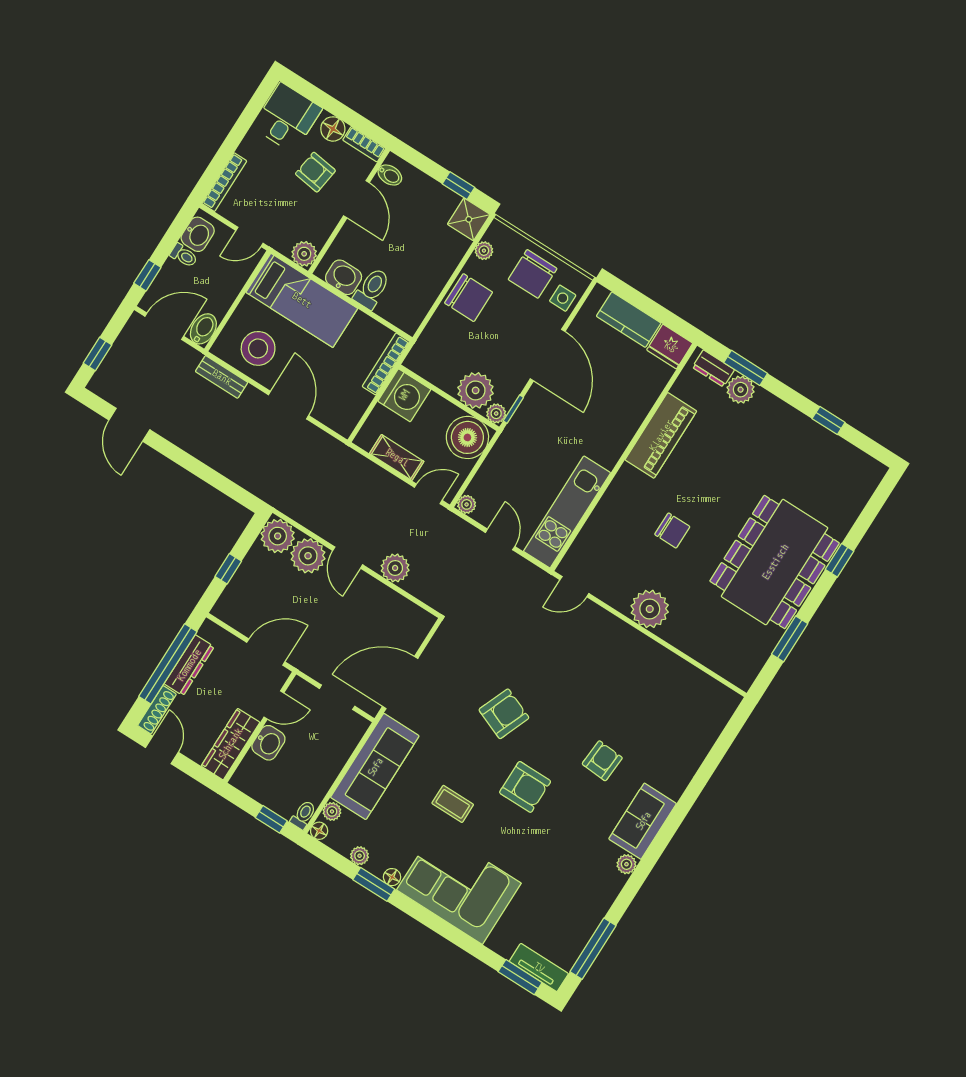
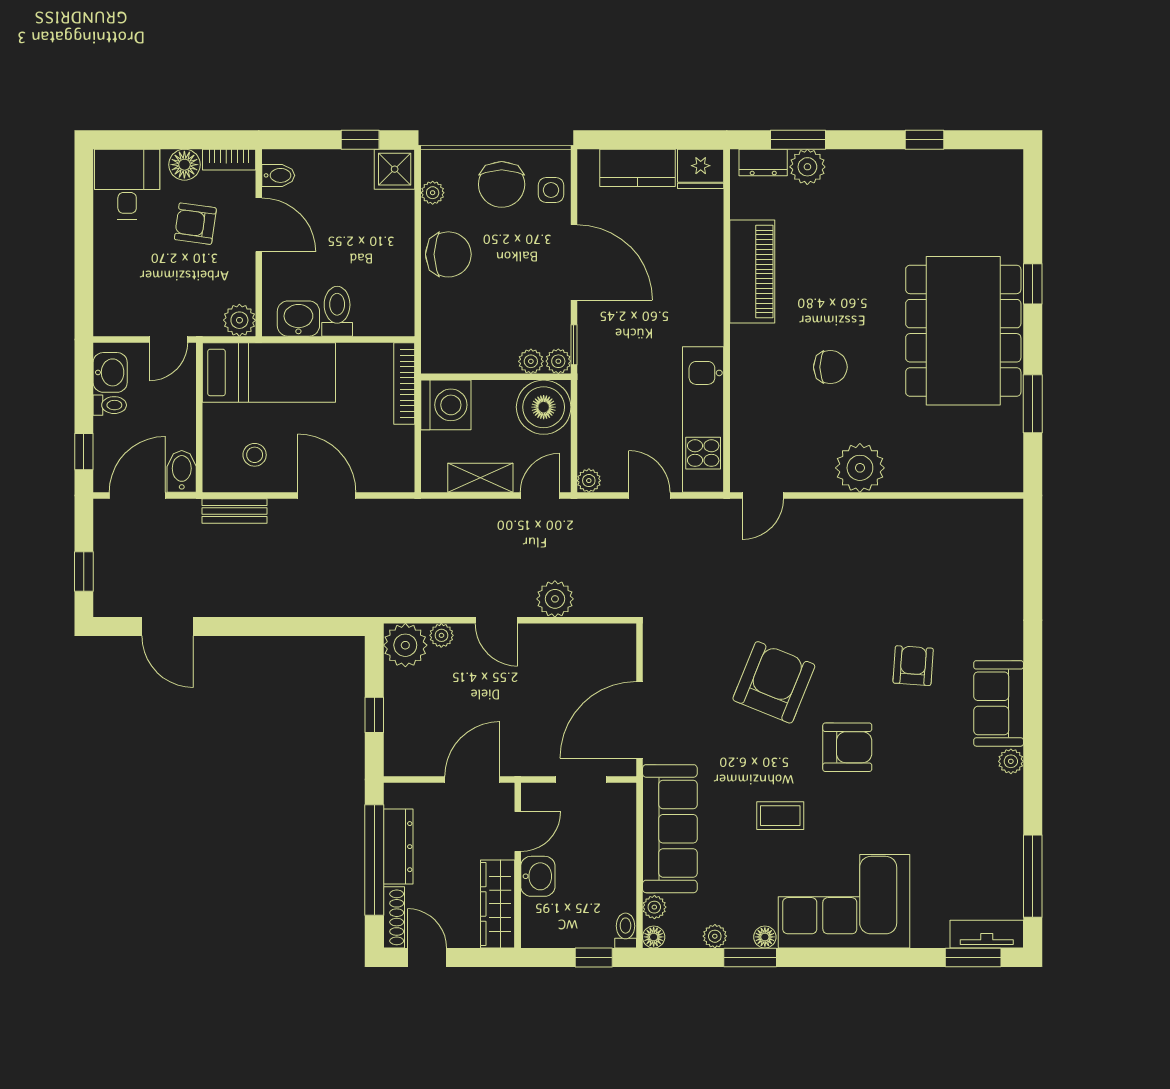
bookcase: (224, 182) -> (103, 297), removed
stool: (258, 348) -> (255, 455), width x0.53, depth x0.53
plant: (476, 390) -> (531, 361), width x0.53, depth x0.53
plant: (308, 556) -> (441, 635), width x0.53, depth x0.53
armchair: (504, 714) -> (774, 682), width x1.36, depth x1.36

